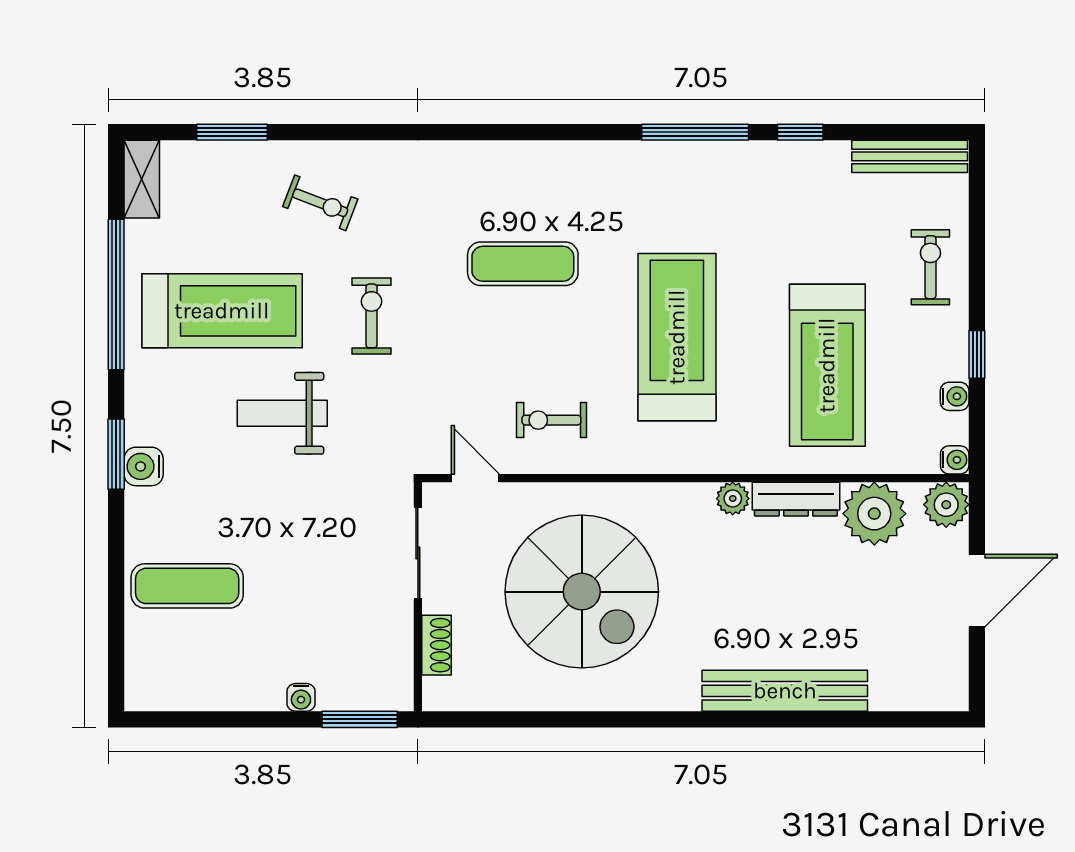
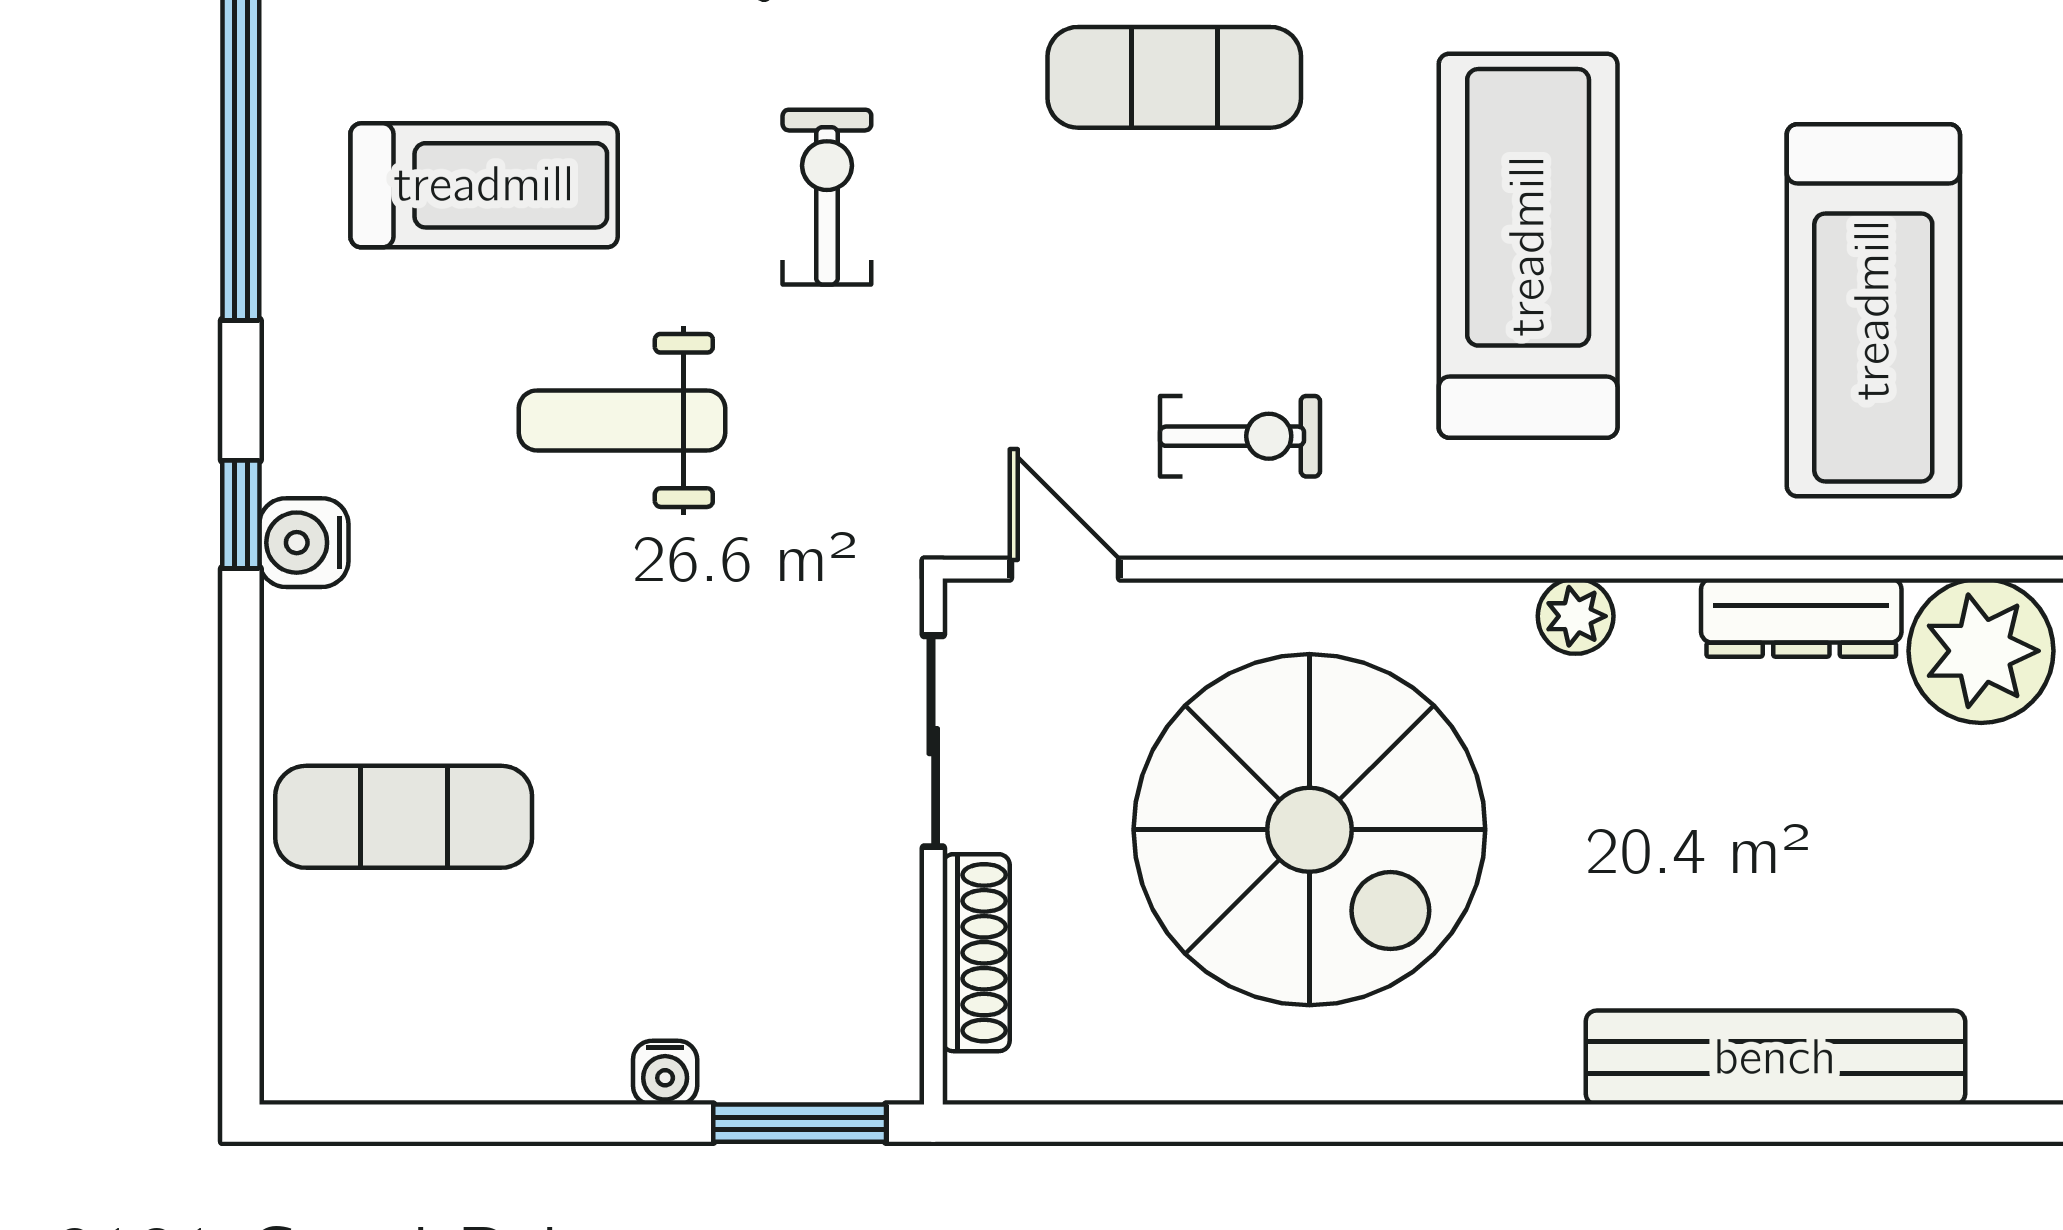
treadmill: (222, 311) -> (484, 185), width x0.73, depth x0.73
exercise bike: (551, 420) -> (1240, 436), turned 180
window: (116, 454) -> (241, 514), width x0.67
plant: (733, 499) -> (1576, 616), moved
shoe rack: (436, 645) -> (976, 953), width x1.43

